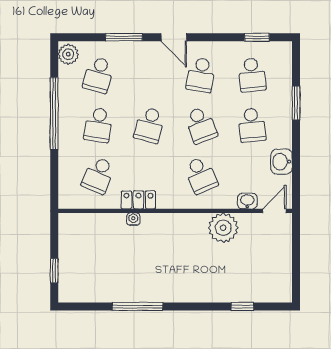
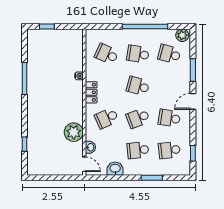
locker: (138, 200) -> (91, 92), moved

